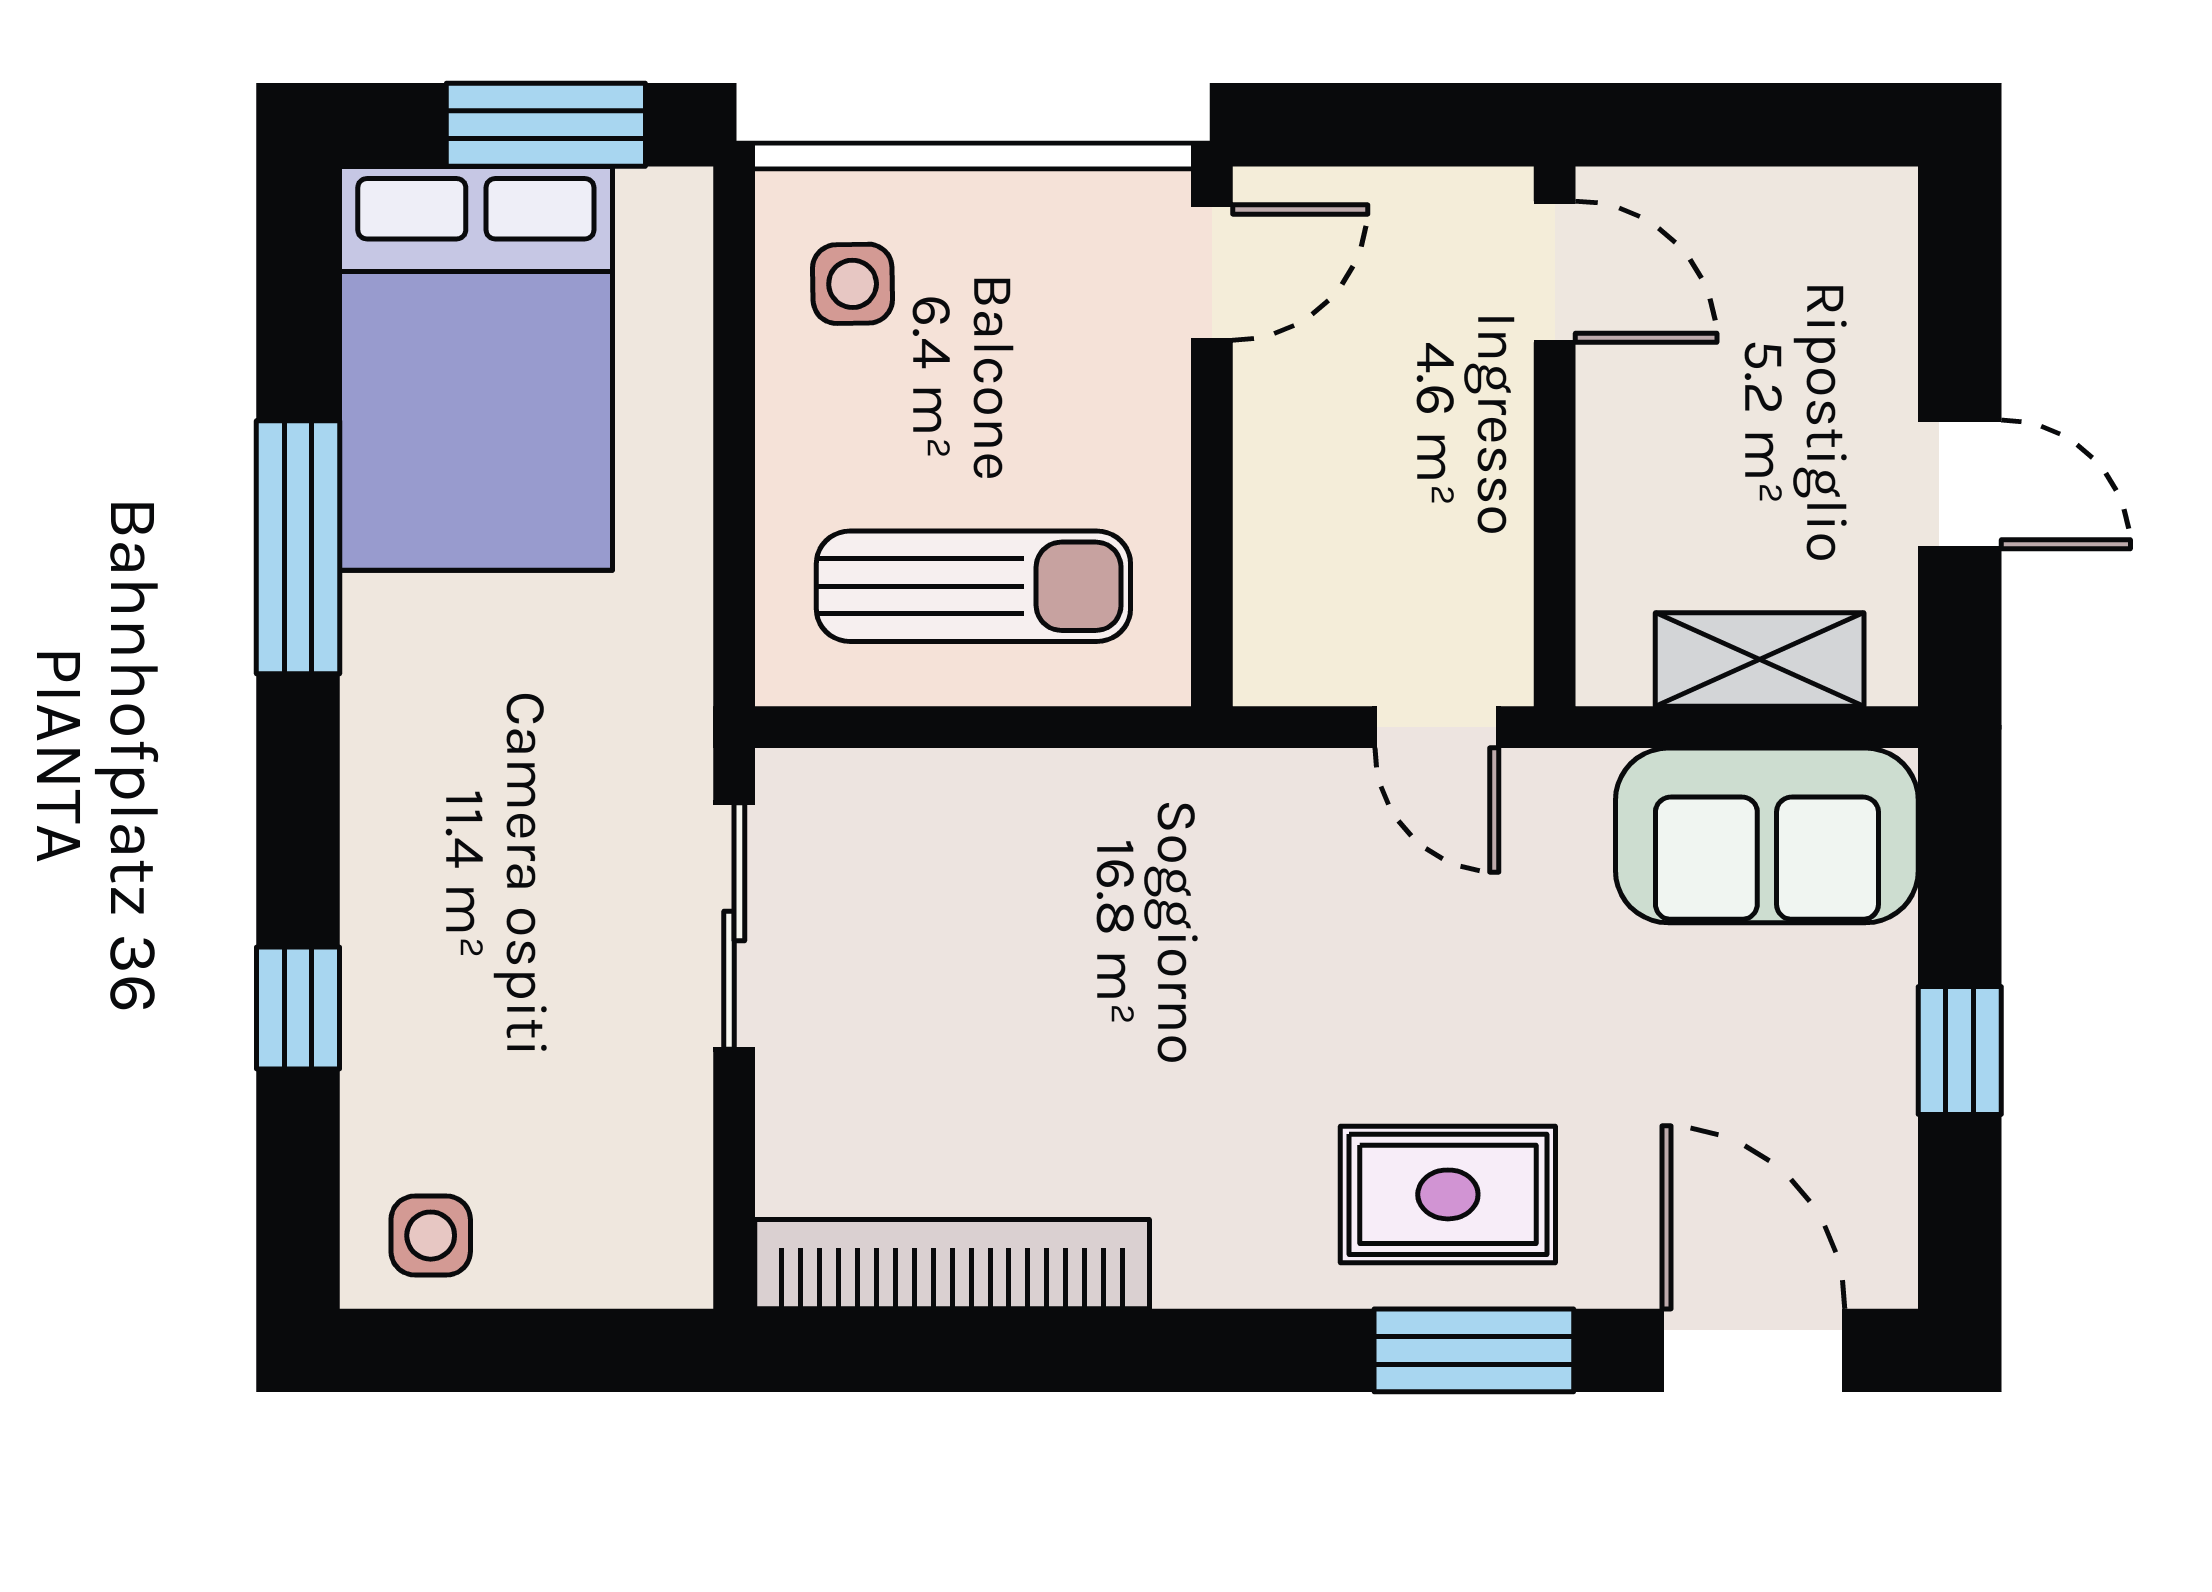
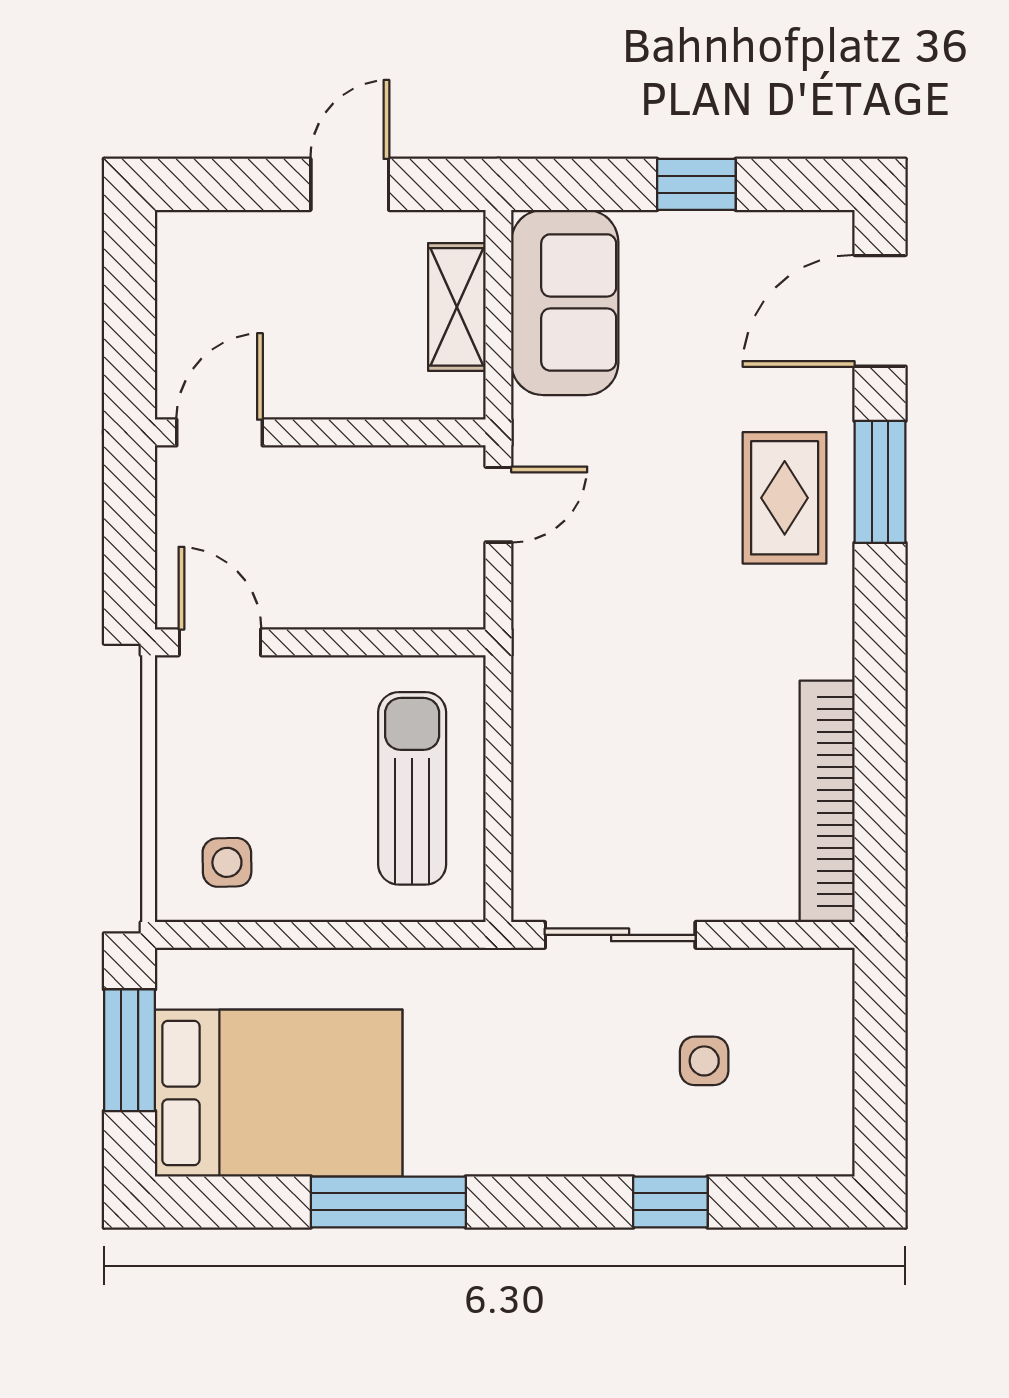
side table: (431, 1236) -> (704, 1061), moved

